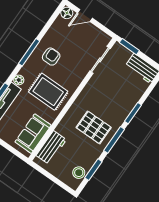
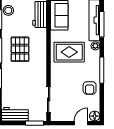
armchair: (51, 57) -> (90, 88), moved
pallet: (94, 127) -> (20, 49), turned 90

